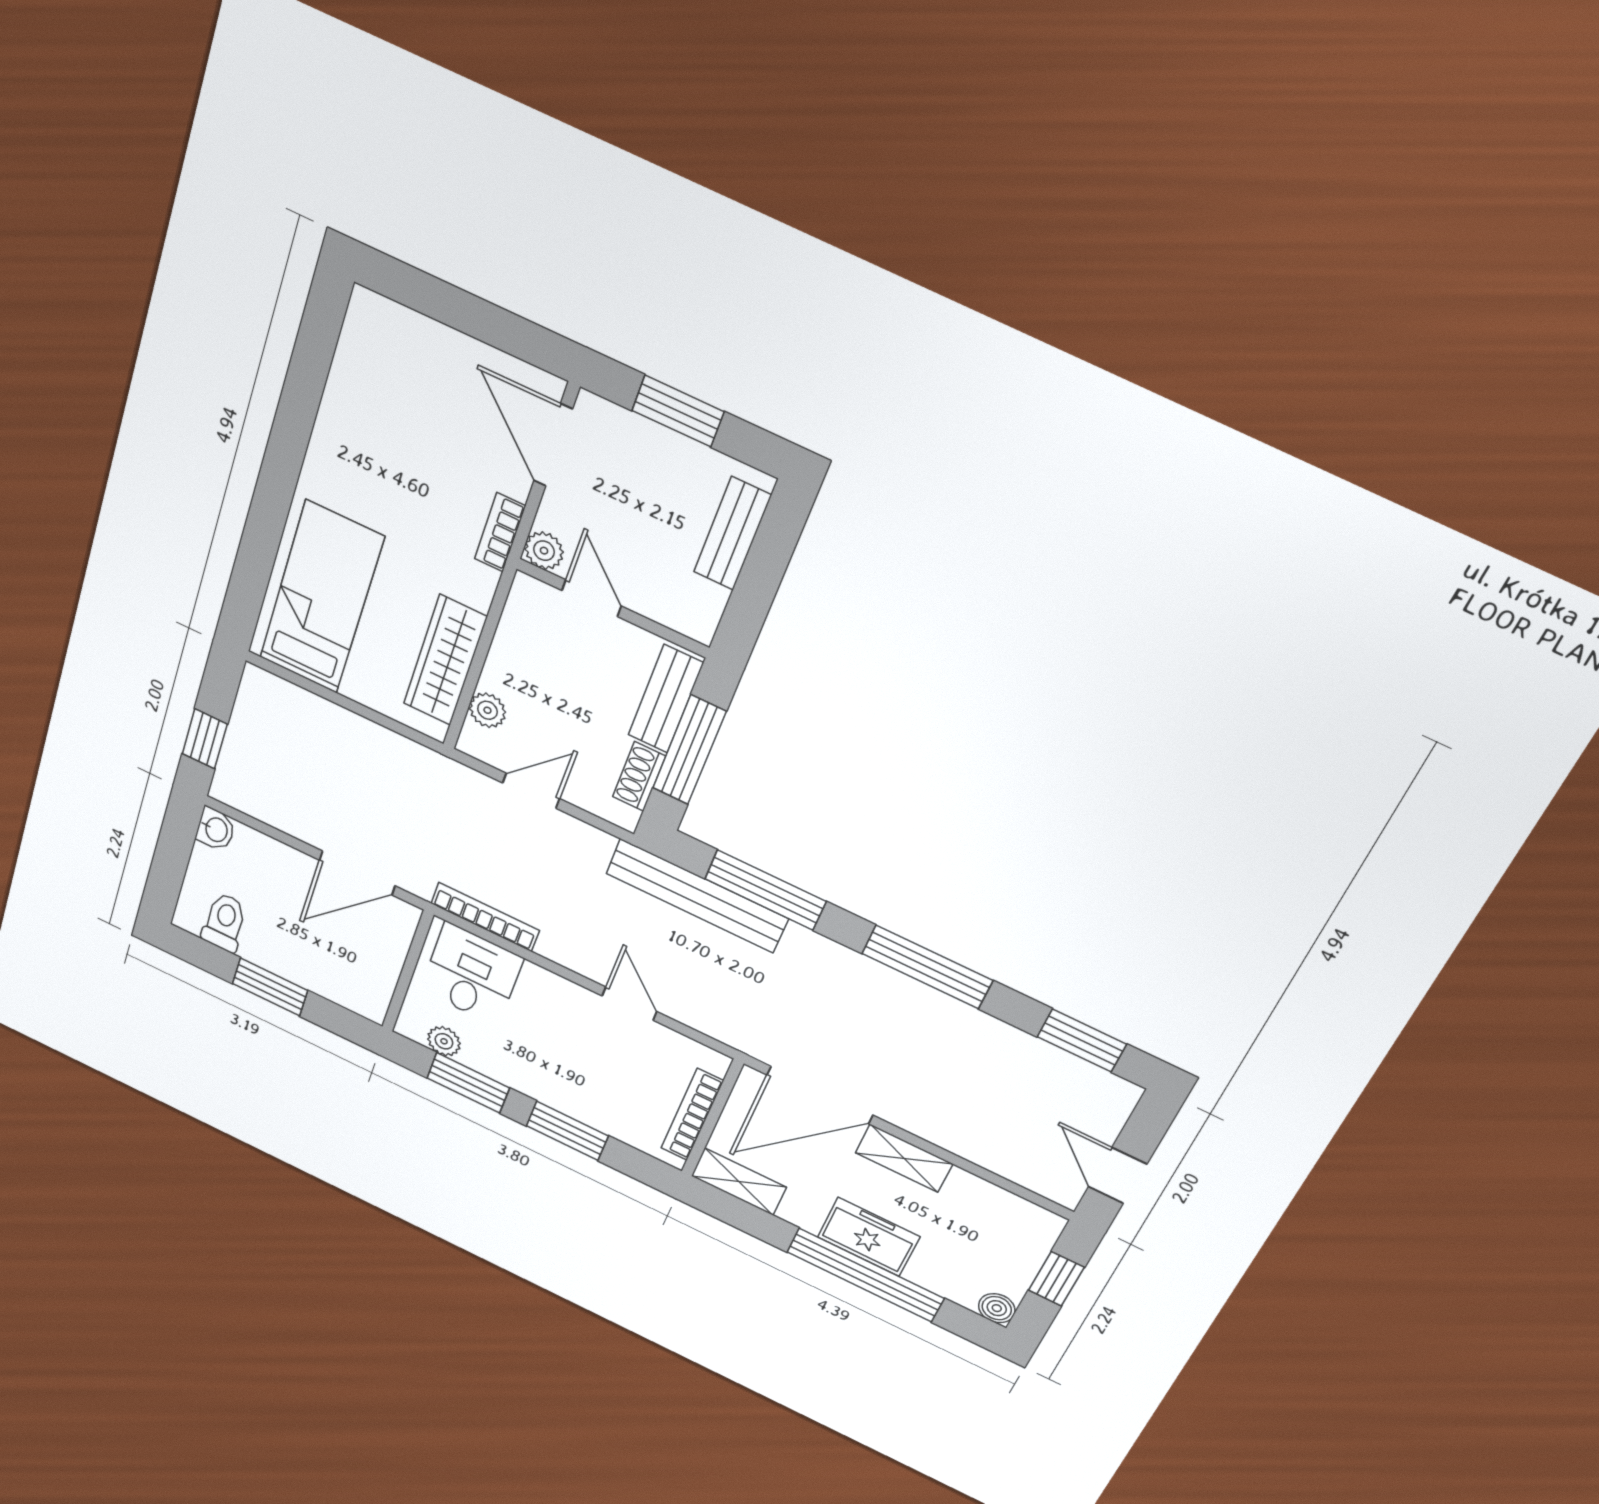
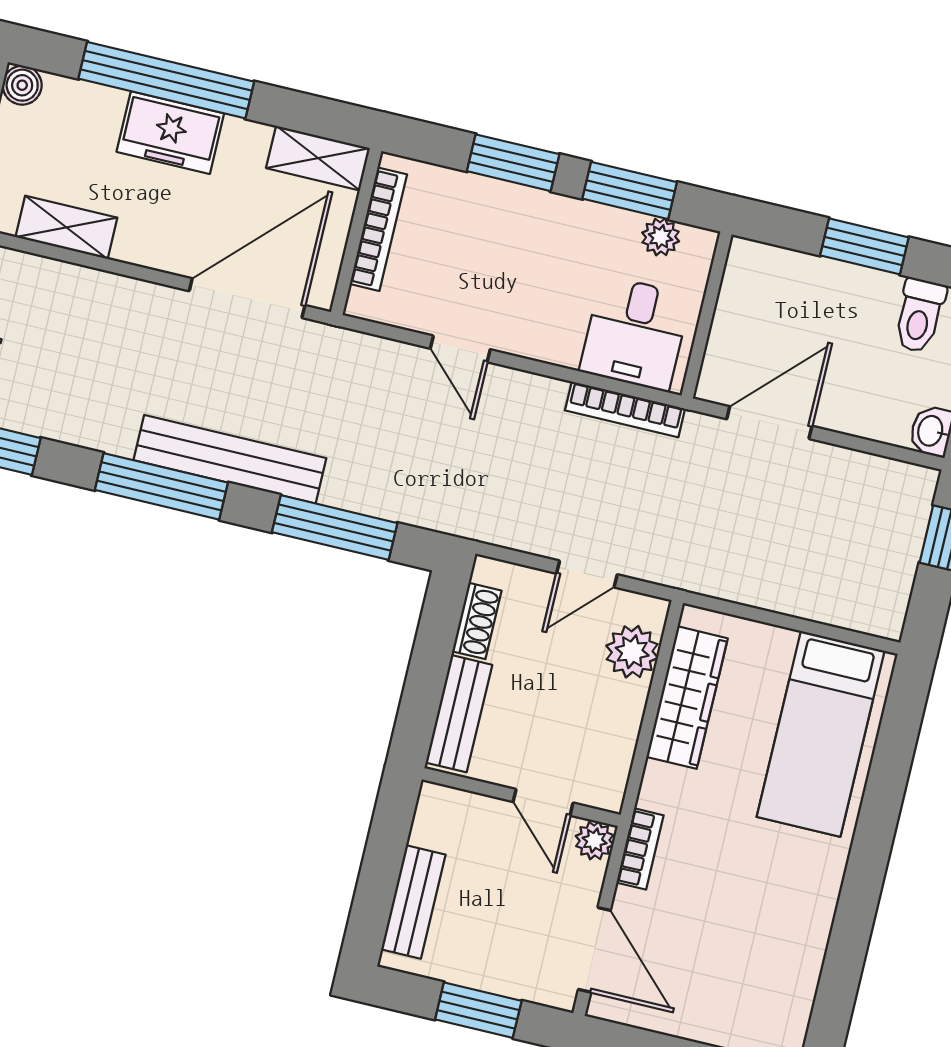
plant: (487, 710) -> (632, 652), width x1.38, depth x1.38
window: (689, 750) -> (429, 664), removed
bench: (697, 896) -> (230, 459), moved
shelving: (904, 1158) -> (66, 227), moved

